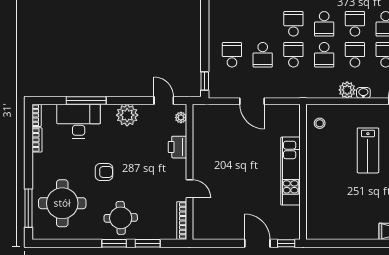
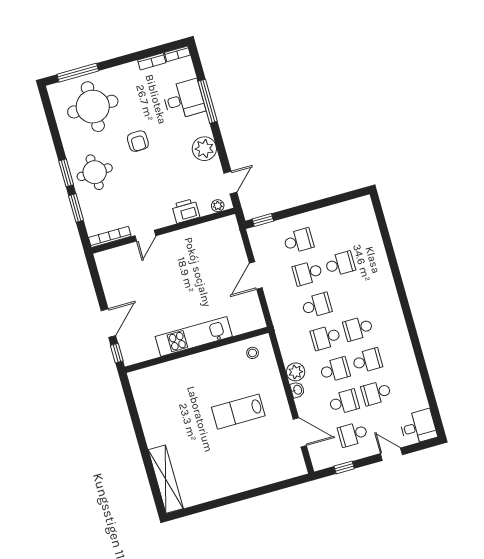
school desk: (293, 24) -> (340, 264), moved
desk: (79, 121) -> (184, 99), width x0.73

